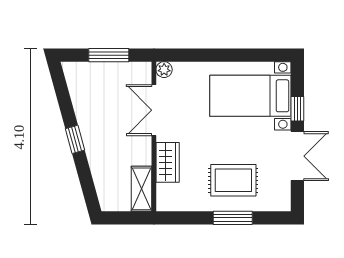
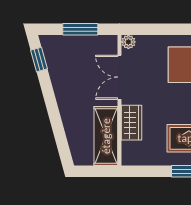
window: (75, 139) -> (39, 59), moved
shelving: (142, 189) -> (106, 136), width x1.50, depth x1.33

